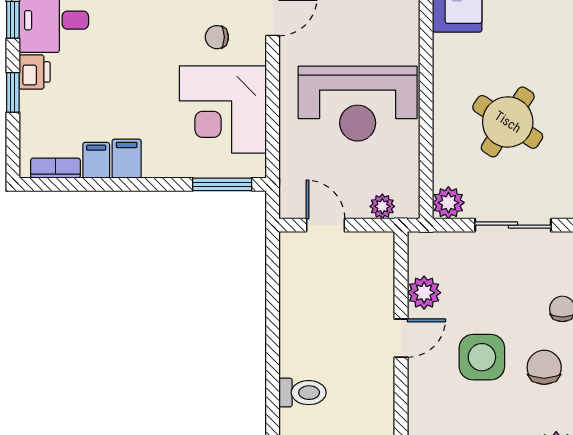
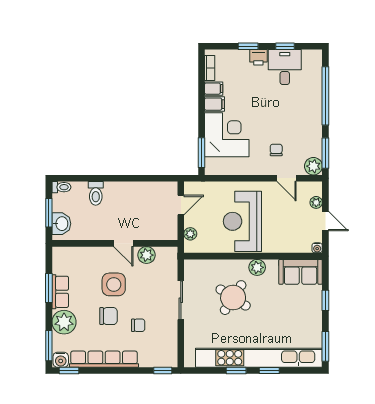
corner desk: (223, 110) -> (227, 135), moved, turned 90
plant: (448, 203) -> (257, 267), moved

